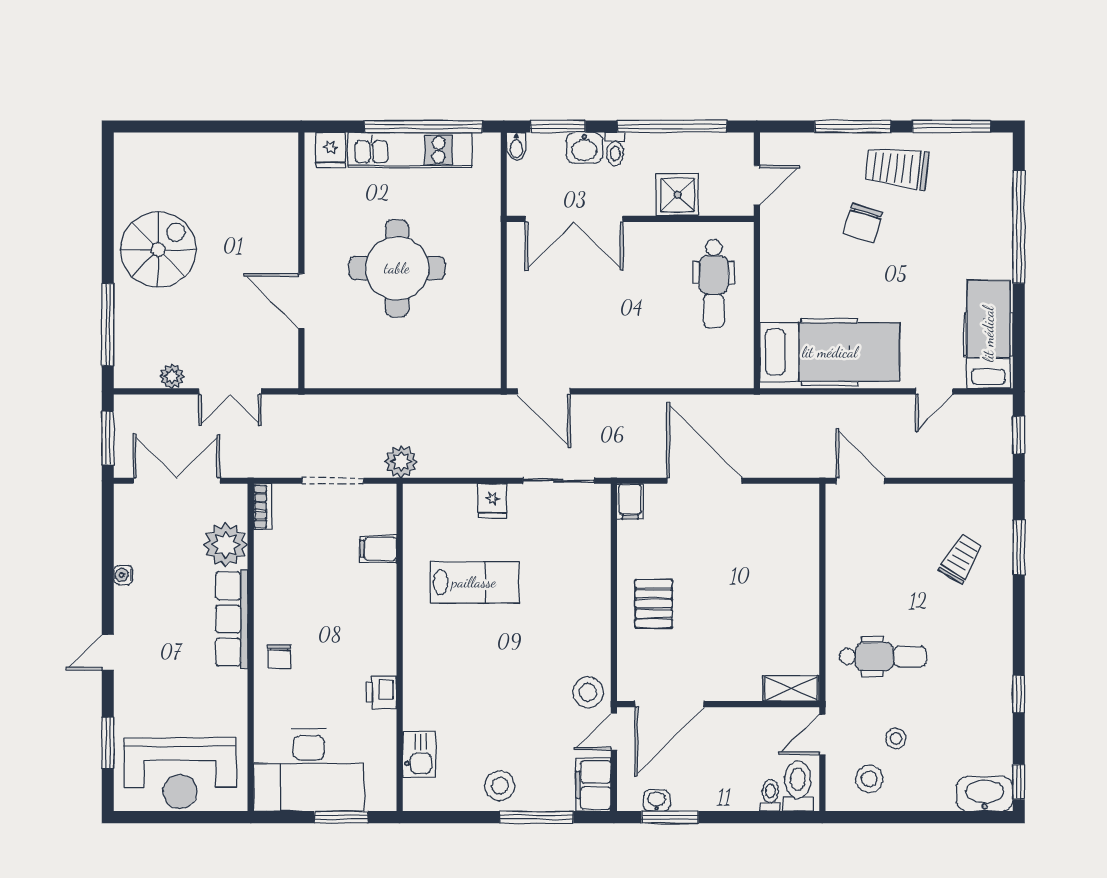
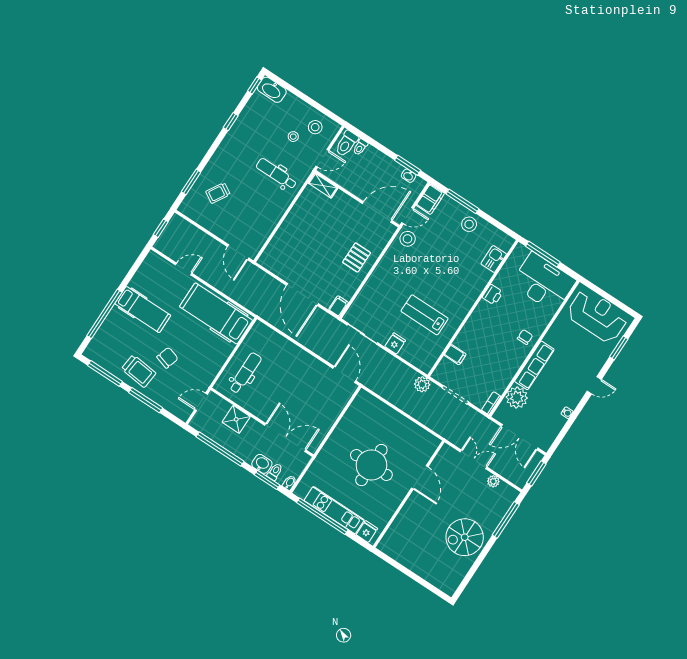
toilet: (615, 149) -> (275, 472), moved
hospital bed: (988, 334) -> (143, 309), moved, turned -90
window: (341, 817) -> (543, 254), width x1.44

